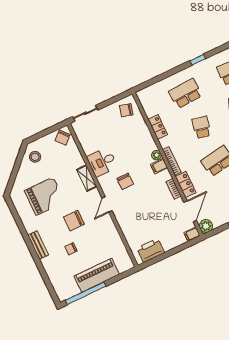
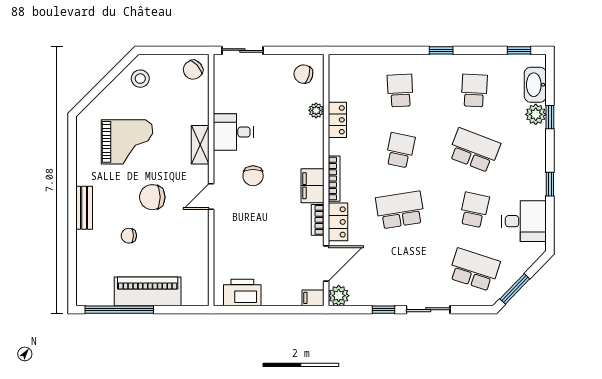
school desk: (185, 93) -> (400, 91), width x0.54
plant: (156, 155) -> (316, 110), moved
filing cabinet: (159, 166) -> (312, 186), width x2.00

